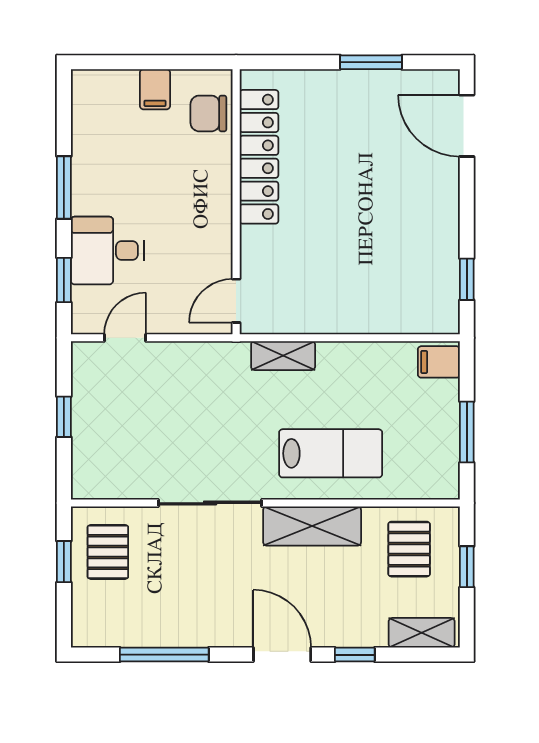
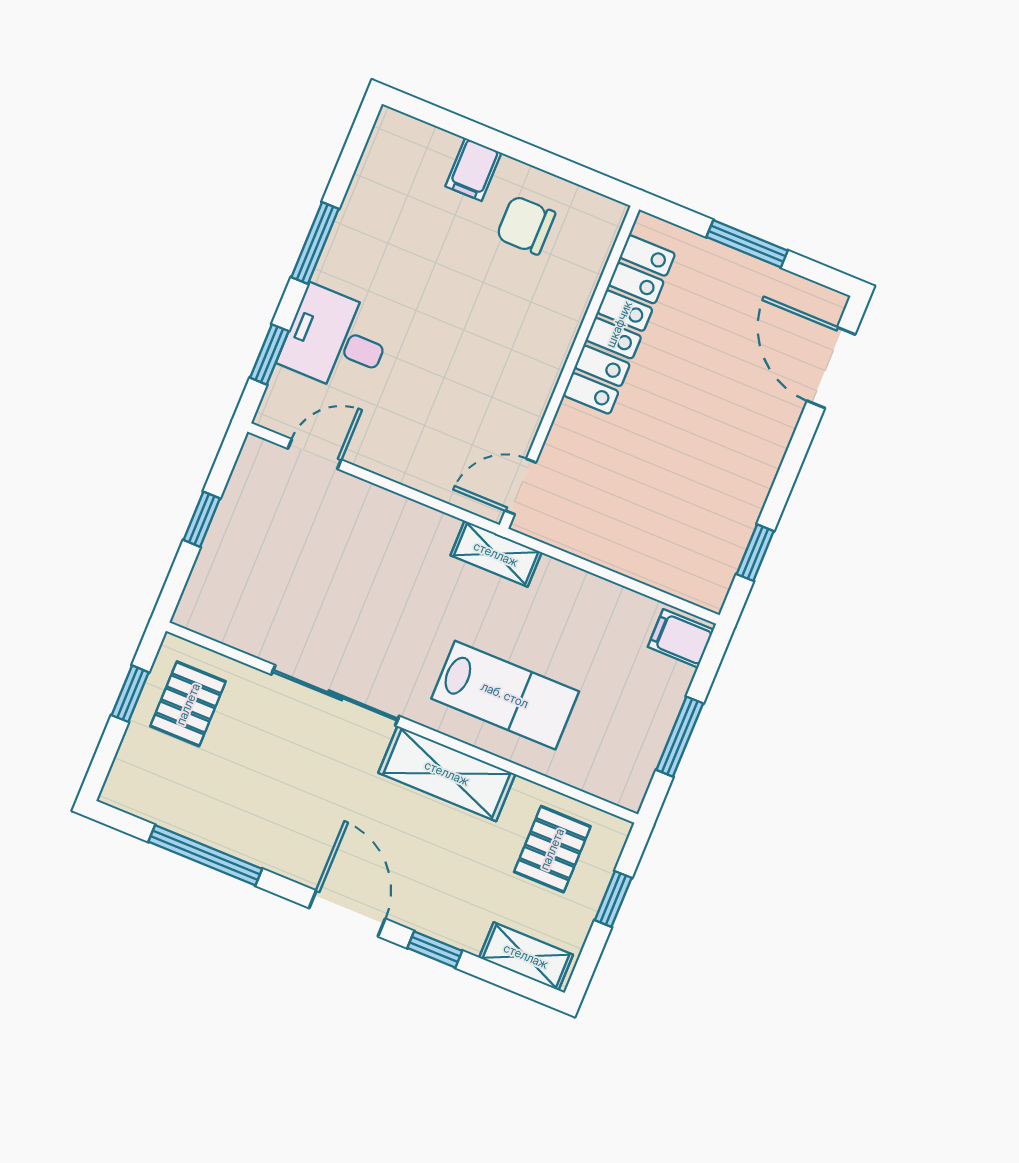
locker: (259, 157) -> (619, 324), moved
wall: (236, 202) -> (569, 367), moved
door: (236, 301) -> (521, 487), moved

